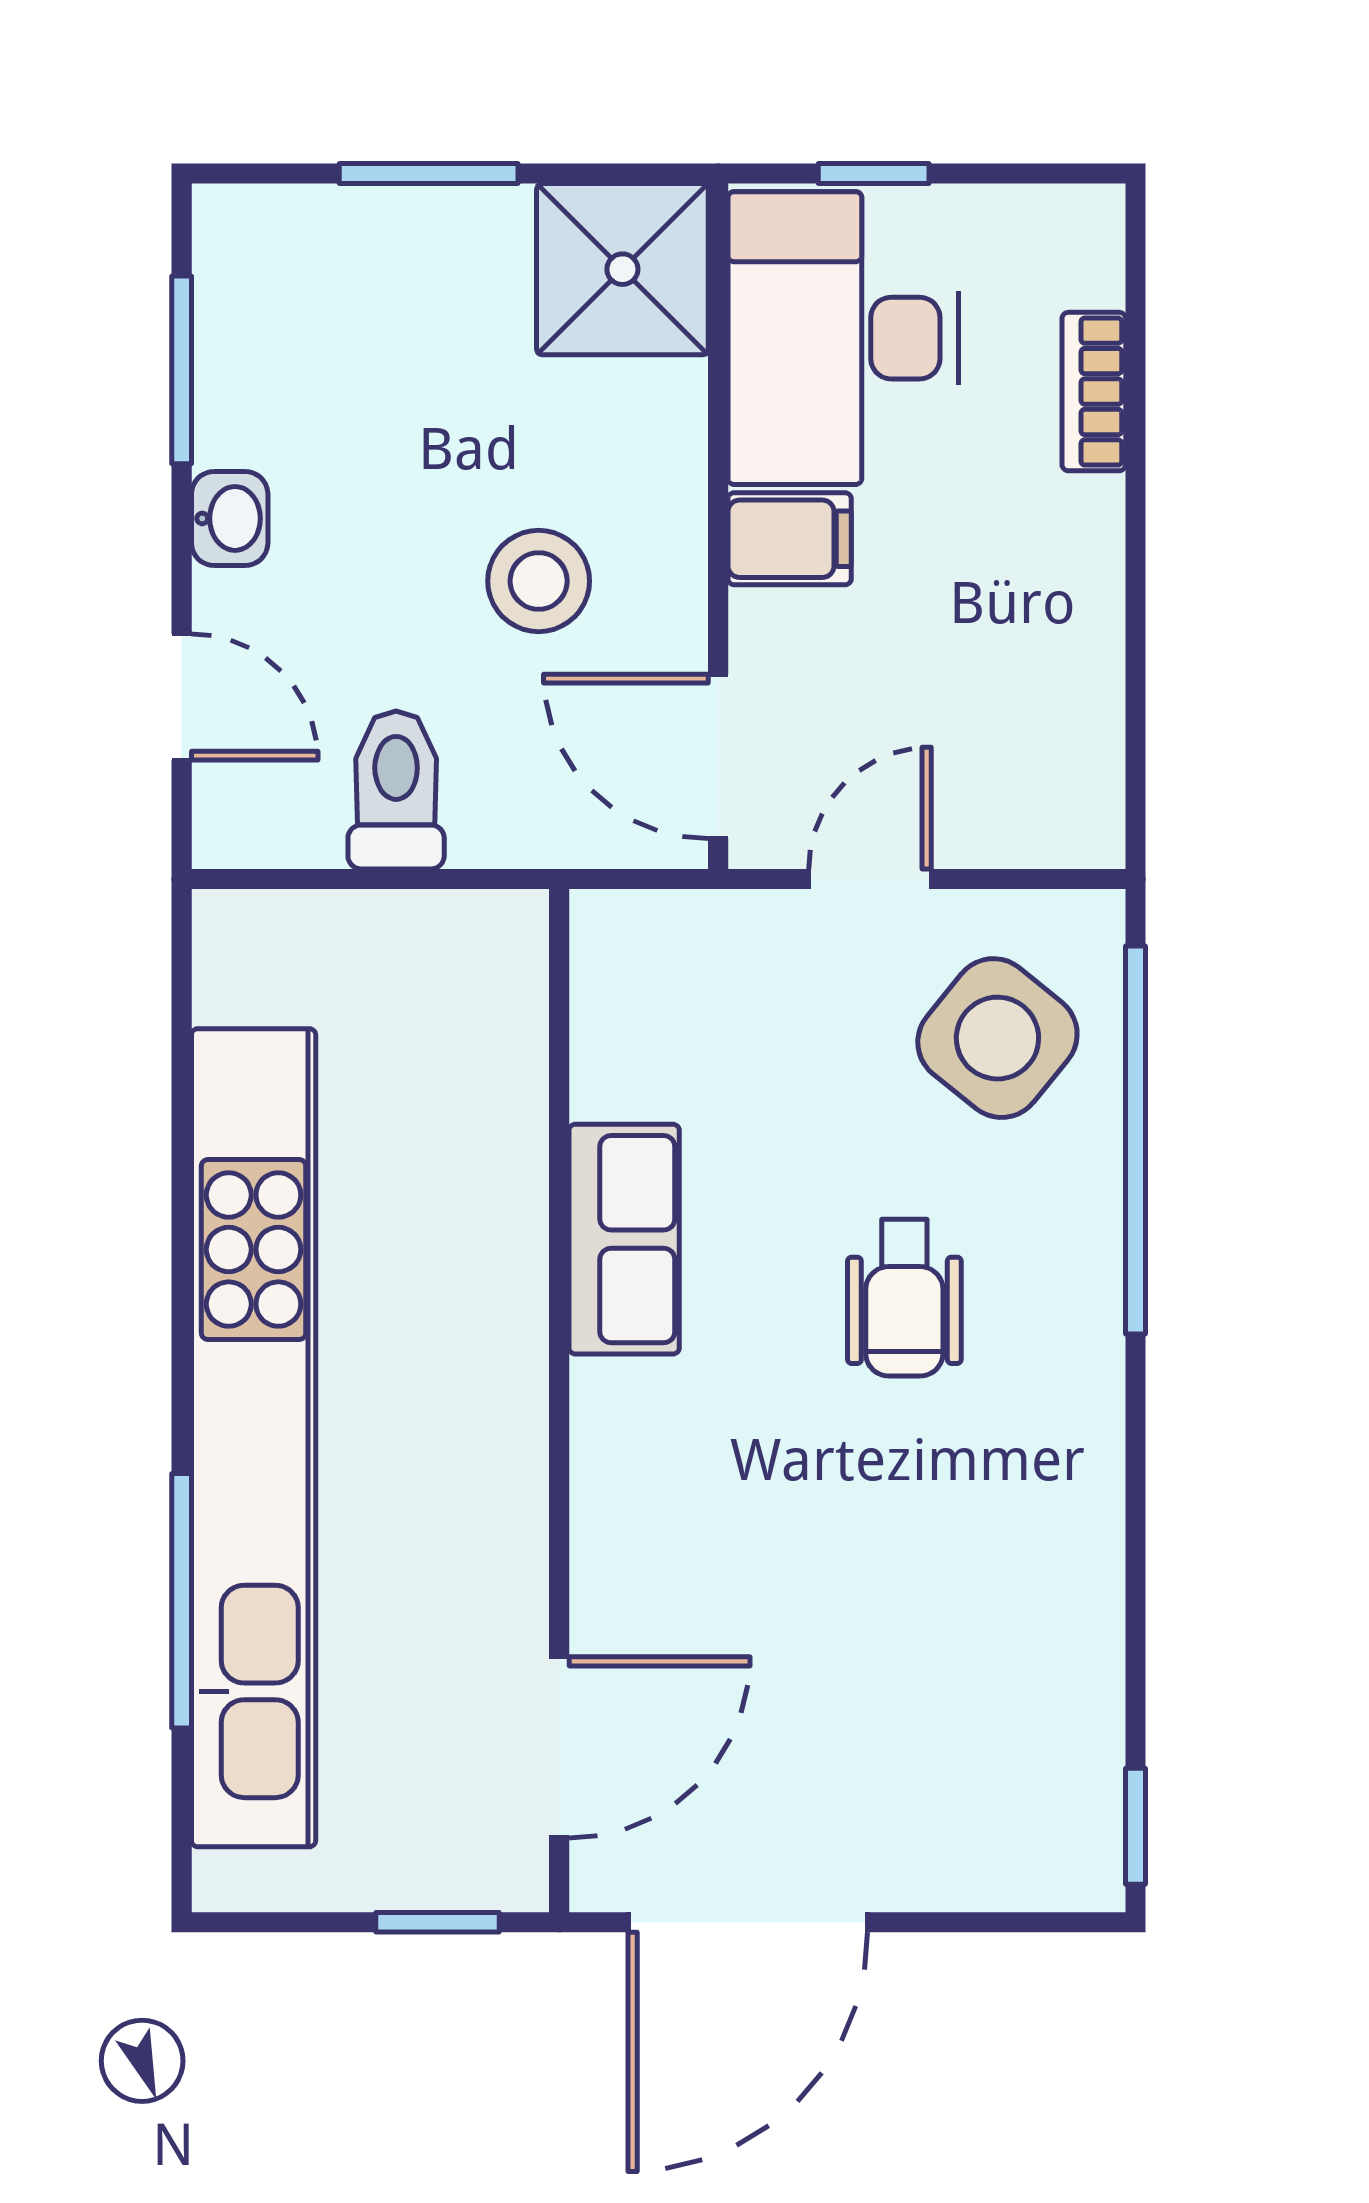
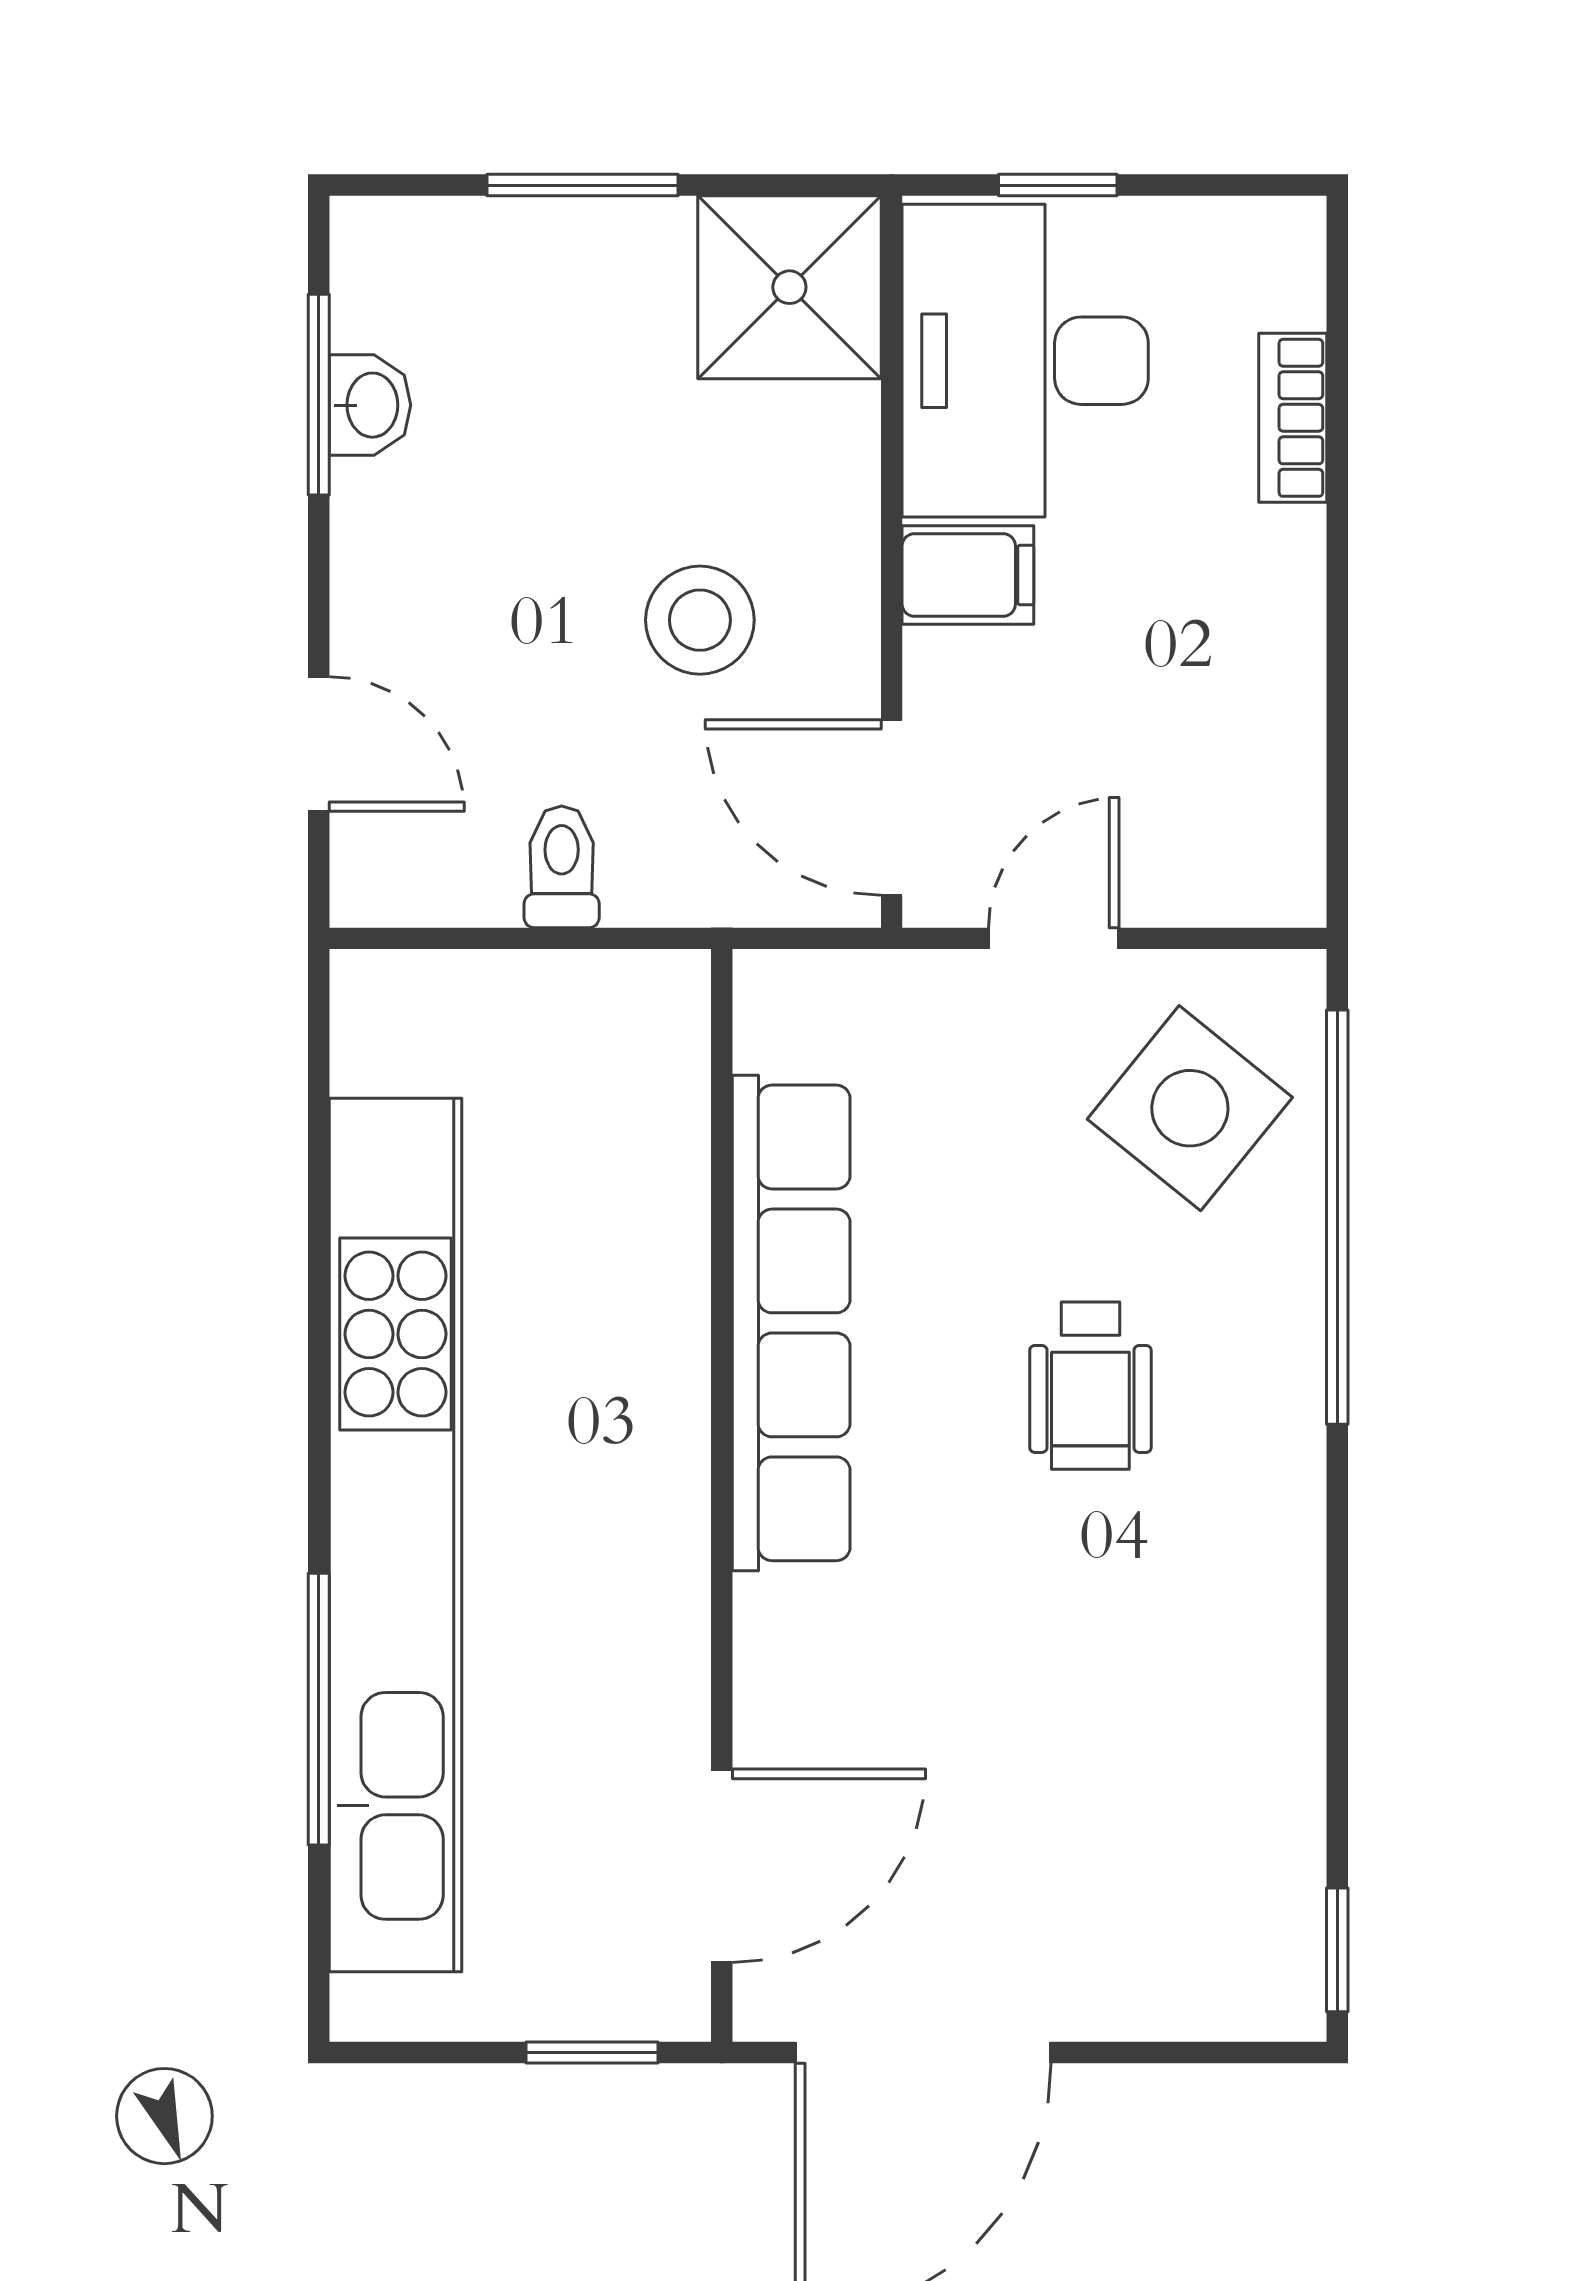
washbasin: (230, 518) -> (370, 405), moved
toilet: (396, 790) -> (562, 867), width x0.73, depth x0.72
row of seats: (624, 1239) -> (791, 1323), width x2.02

